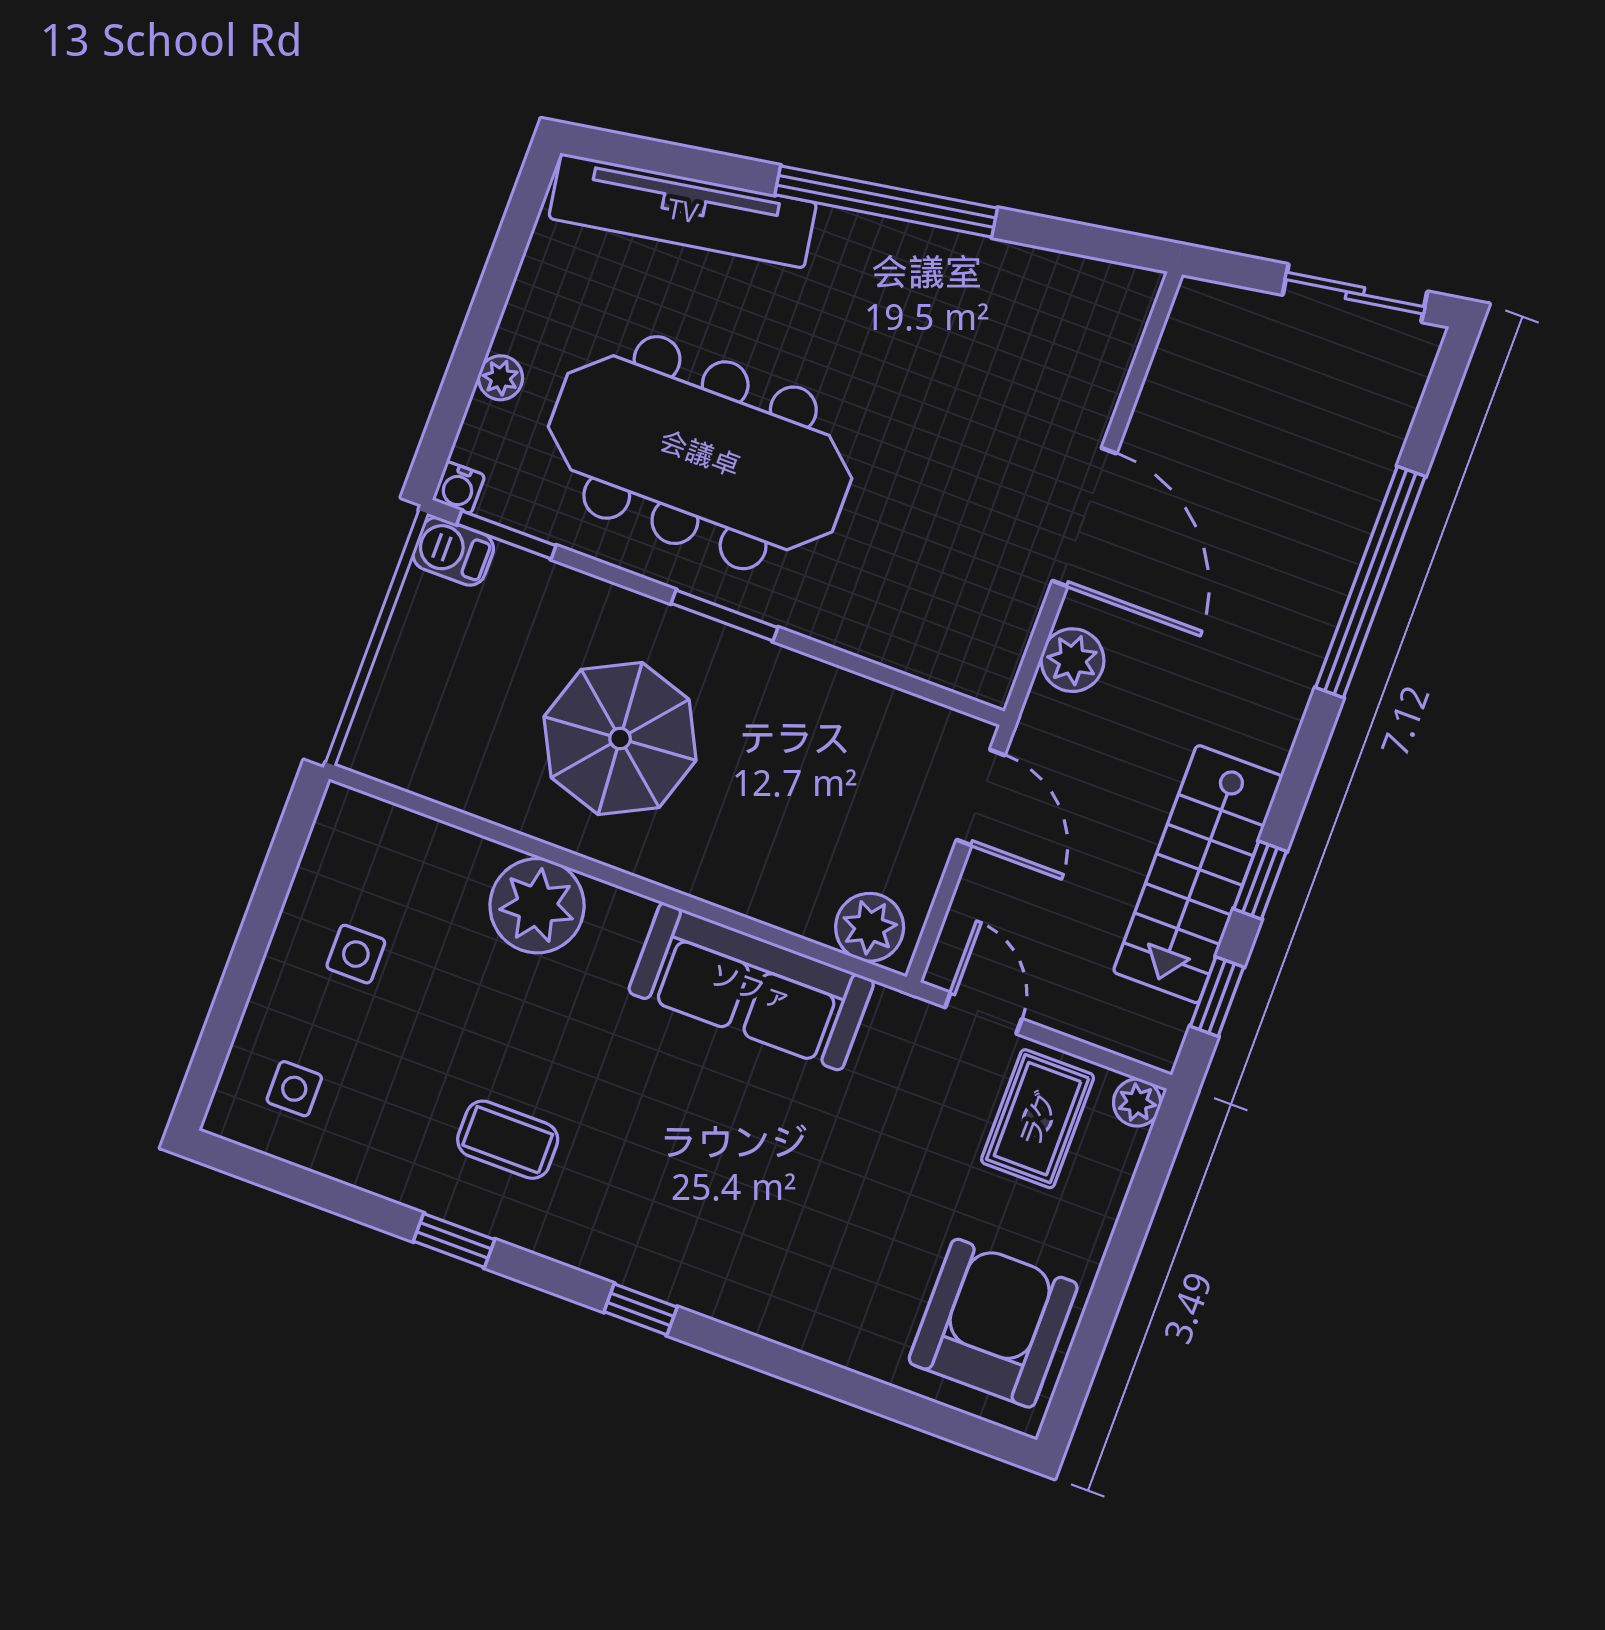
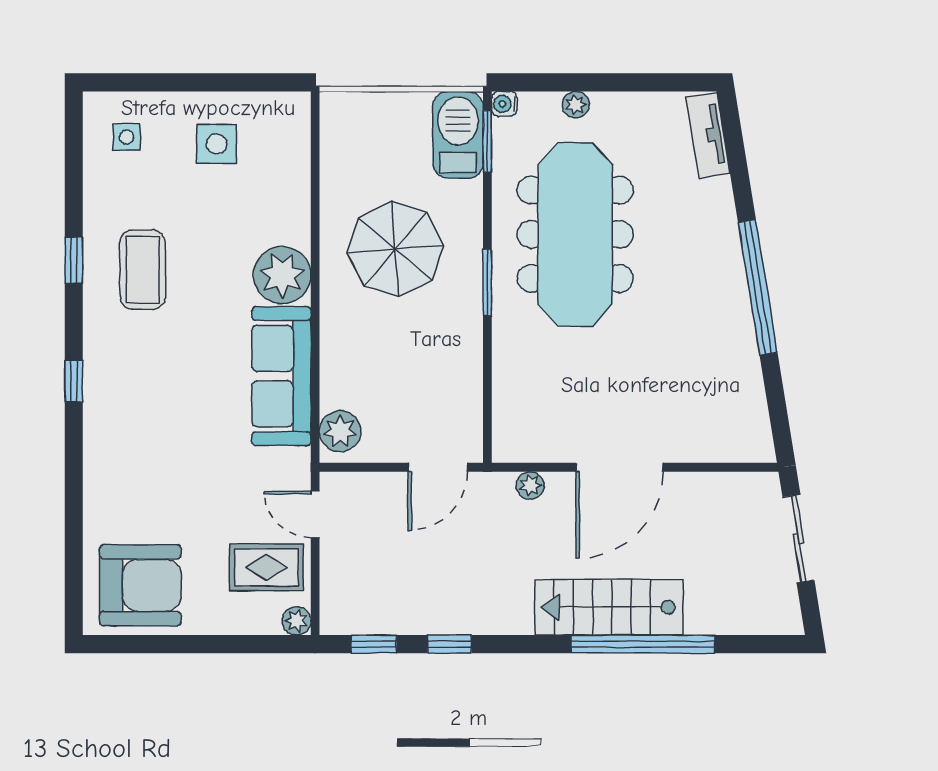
tv unit: (683, 211) -> (708, 135), width x0.52, depth x0.78
sliding door: (1355, 293) -> (799, 539), moved
barbecue: (453, 551) -> (458, 135), width x1.88, depth x1.53
plant: (1072, 660) -> (530, 485), width x0.73, depth x0.73
stairs: (1198, 874) -> (609, 607), moved
plant: (537, 906) -> (282, 275), moved
side table: (356, 954) -> (216, 144), width x1.37, depth x1.37
door: (983, 1013) -> (315, 514), swing flipped
coffee table: (508, 1140) -> (143, 270), width x1.36, depth x1.30

